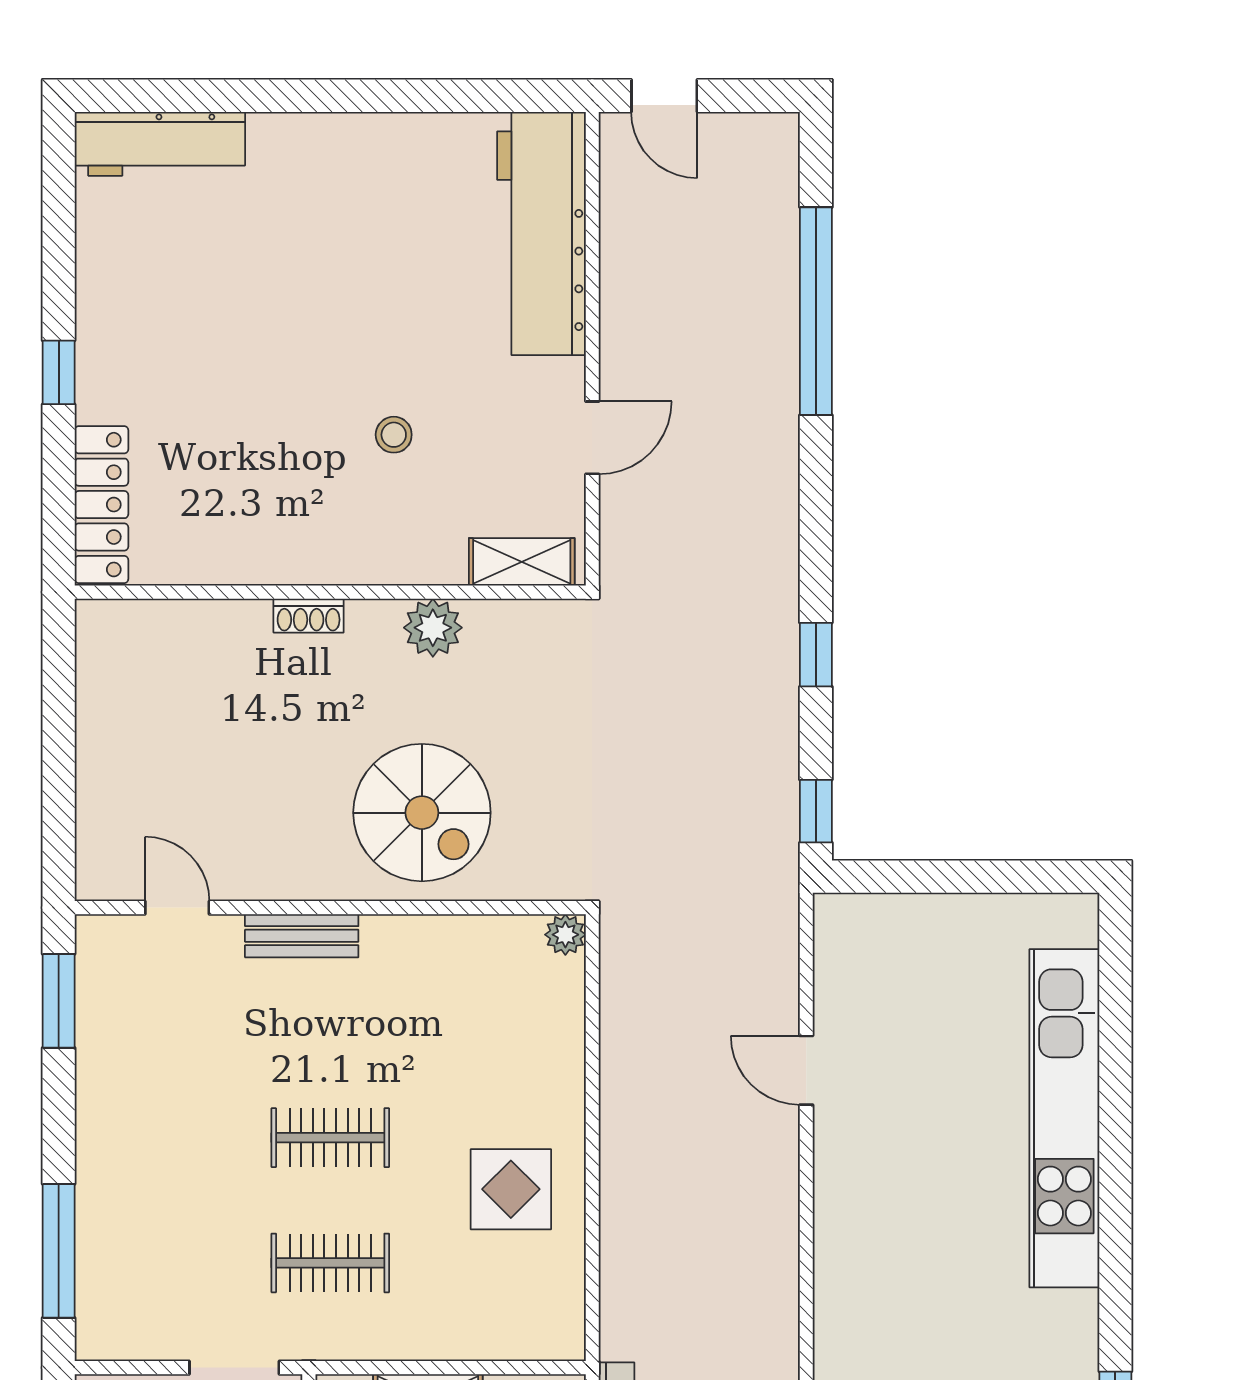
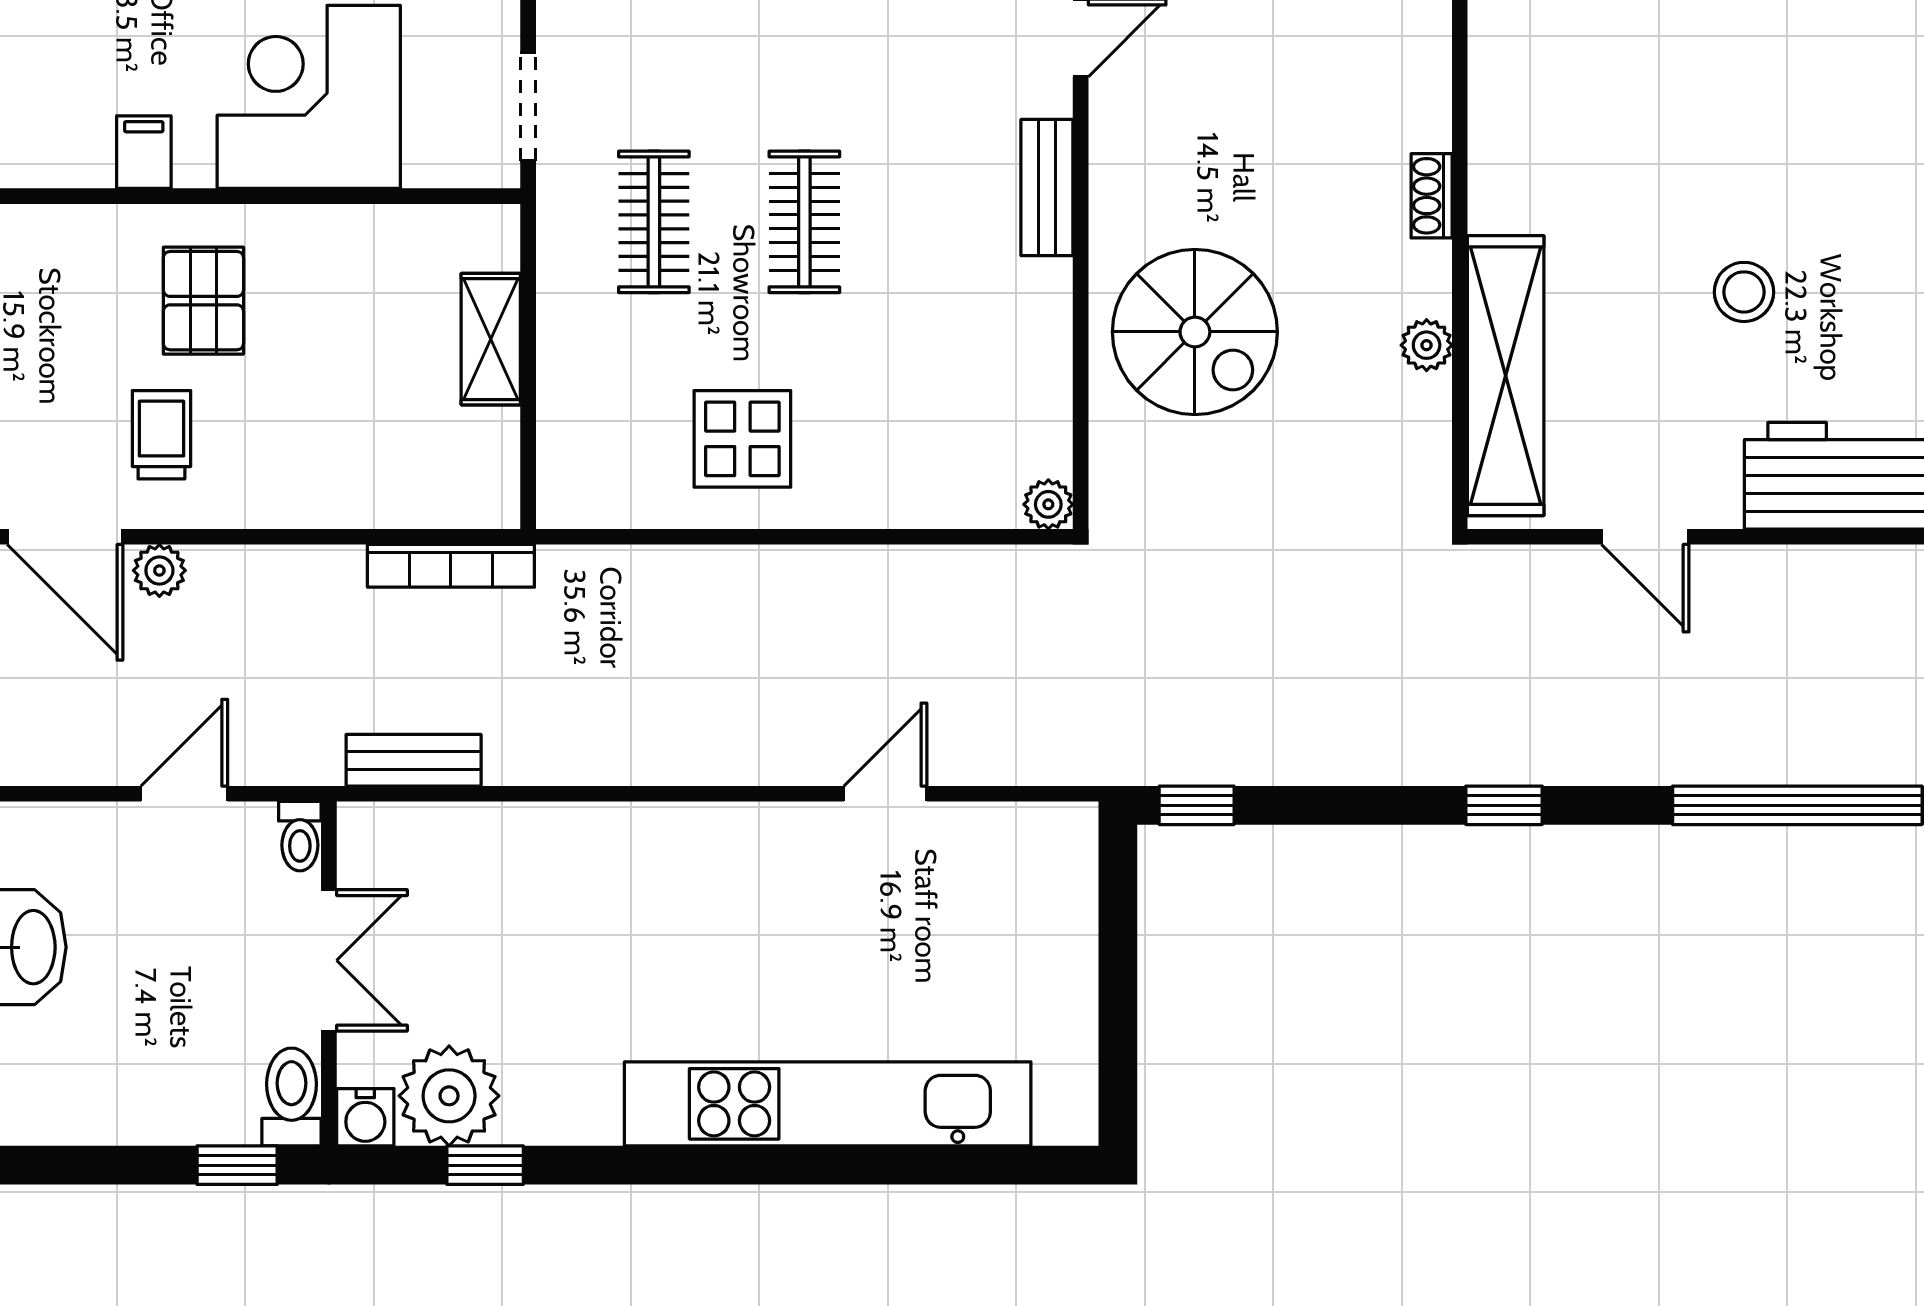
stool: (394, 435) -> (1744, 292), moved, width x1.37, depth x1.37
shelving: (522, 562) -> (1506, 376), width x2.20, depth x1.33
plant: (433, 628) -> (1427, 345), width x0.73, depth x0.73
window: (816, 655) -> (1504, 805), moved
spiral stairs: (422, 813) -> (1195, 332), turned -90

